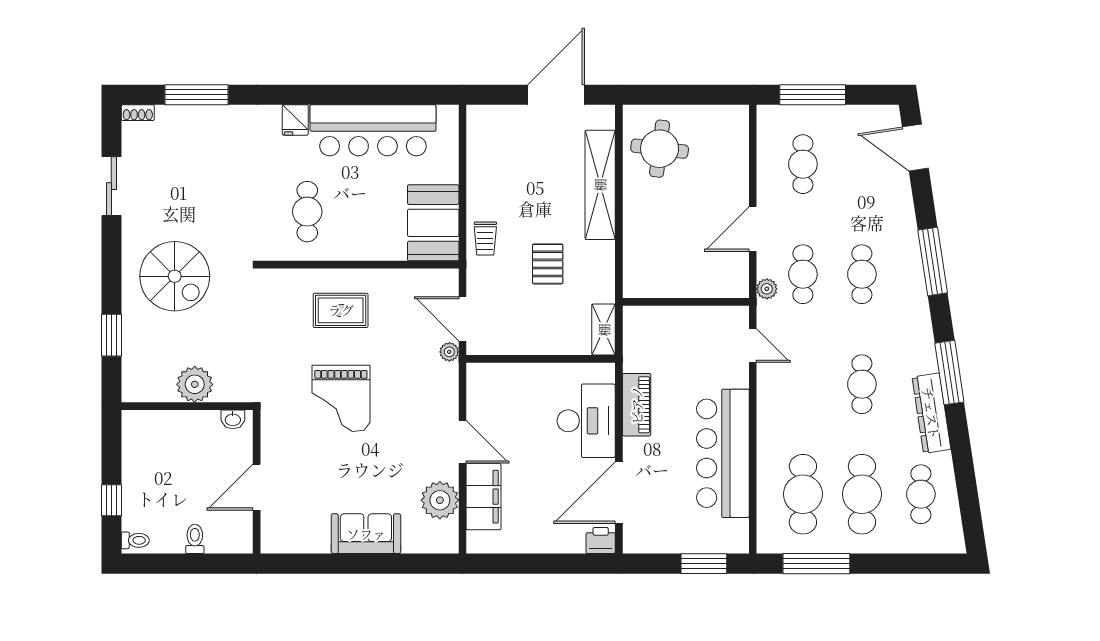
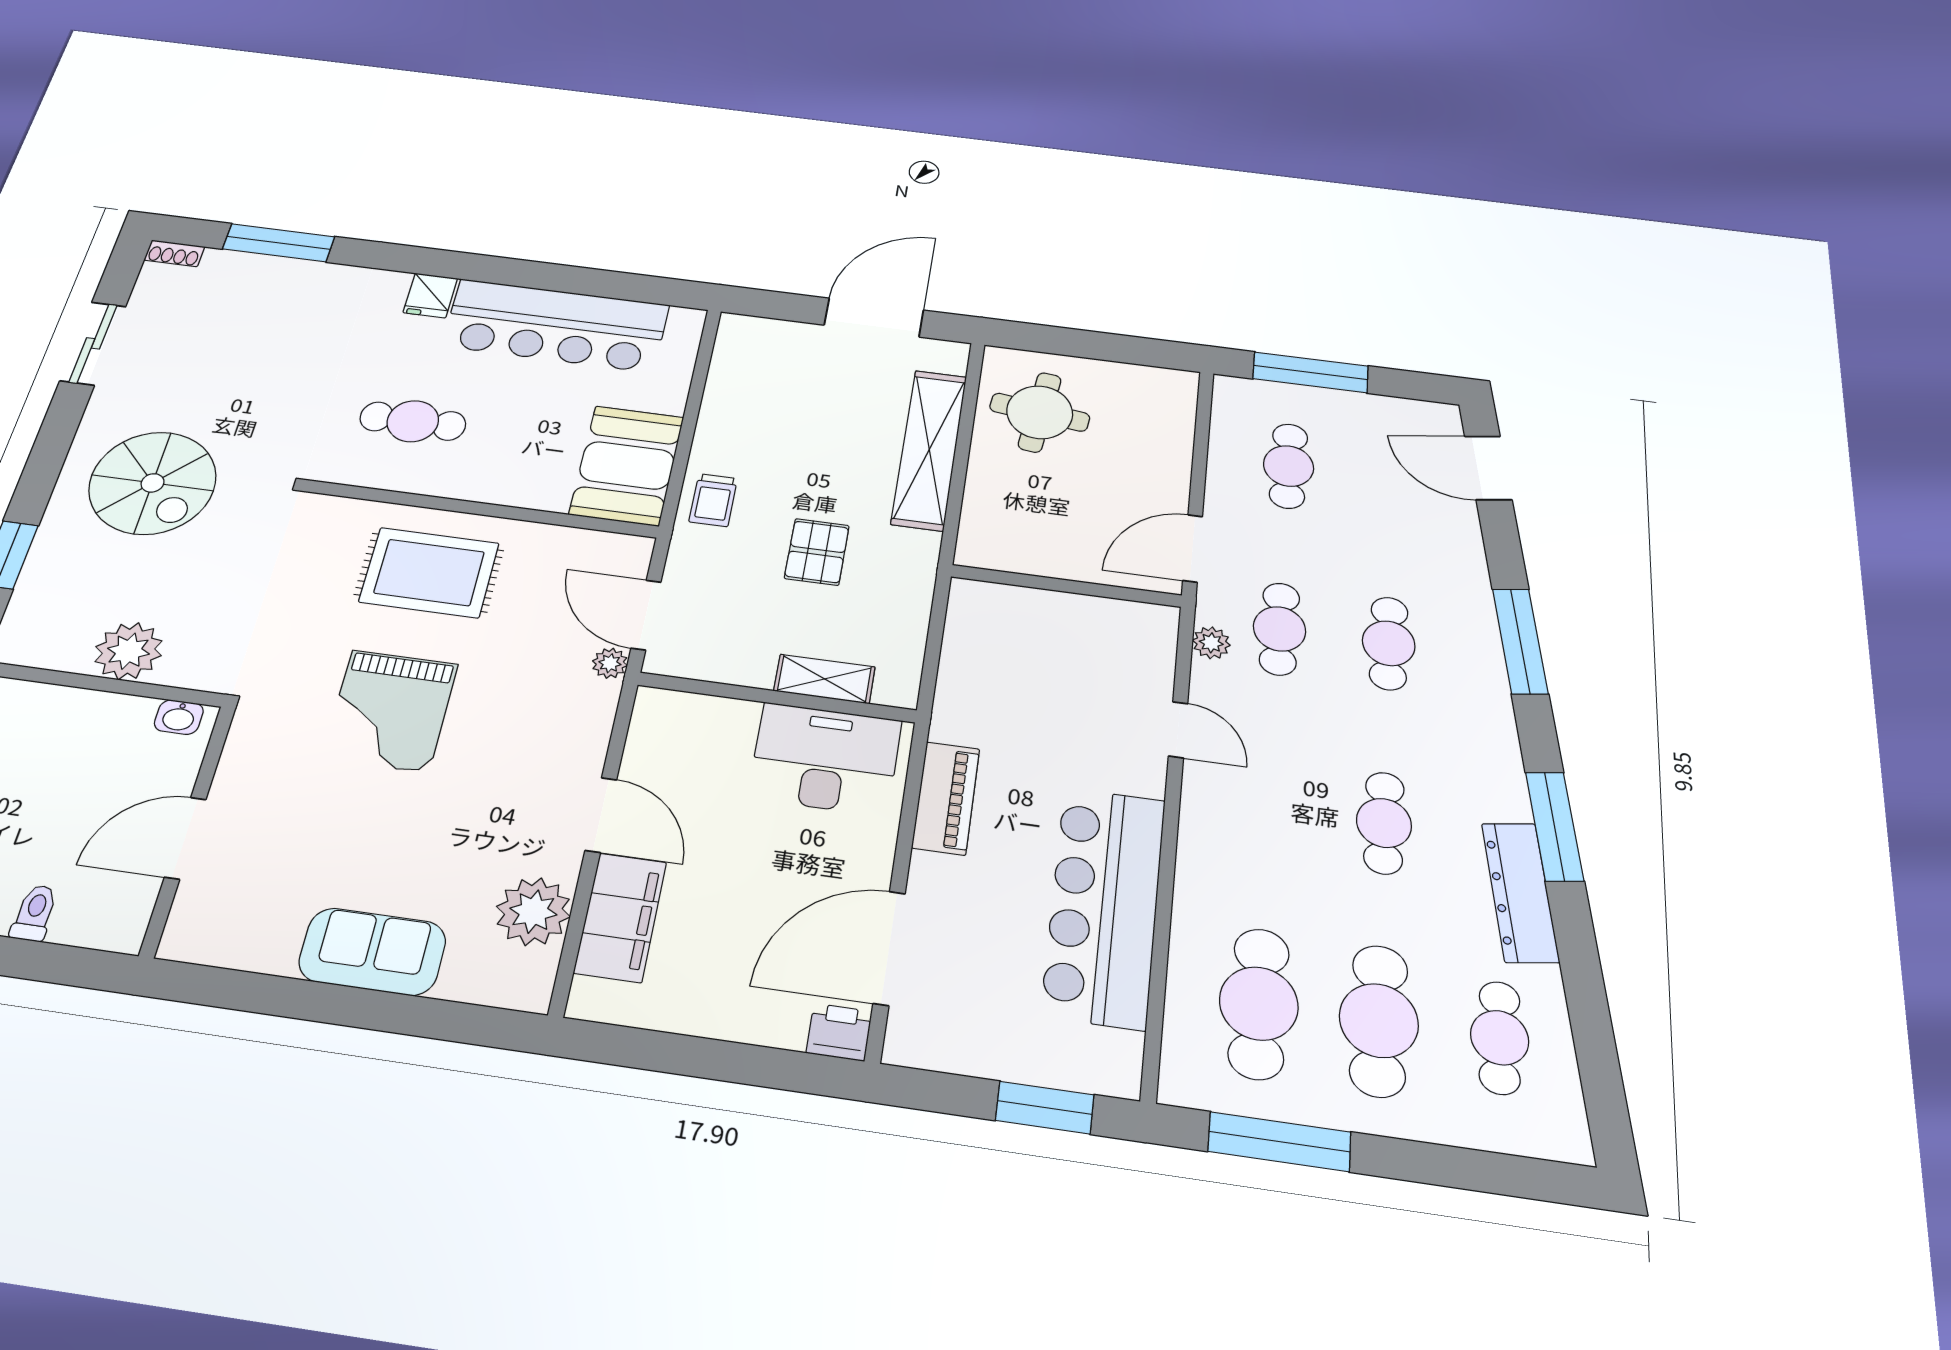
cafe table: (307, 212) -> (413, 421), turned 90
wall: (686, 302) -> (1066, 586), moved
rug: (341, 310) -> (429, 572), width x1.36, depth x1.43
shelving: (604, 330) -> (824, 679), moved, turned 90
desk: (586, 421) -> (825, 759), moved, turned -90

